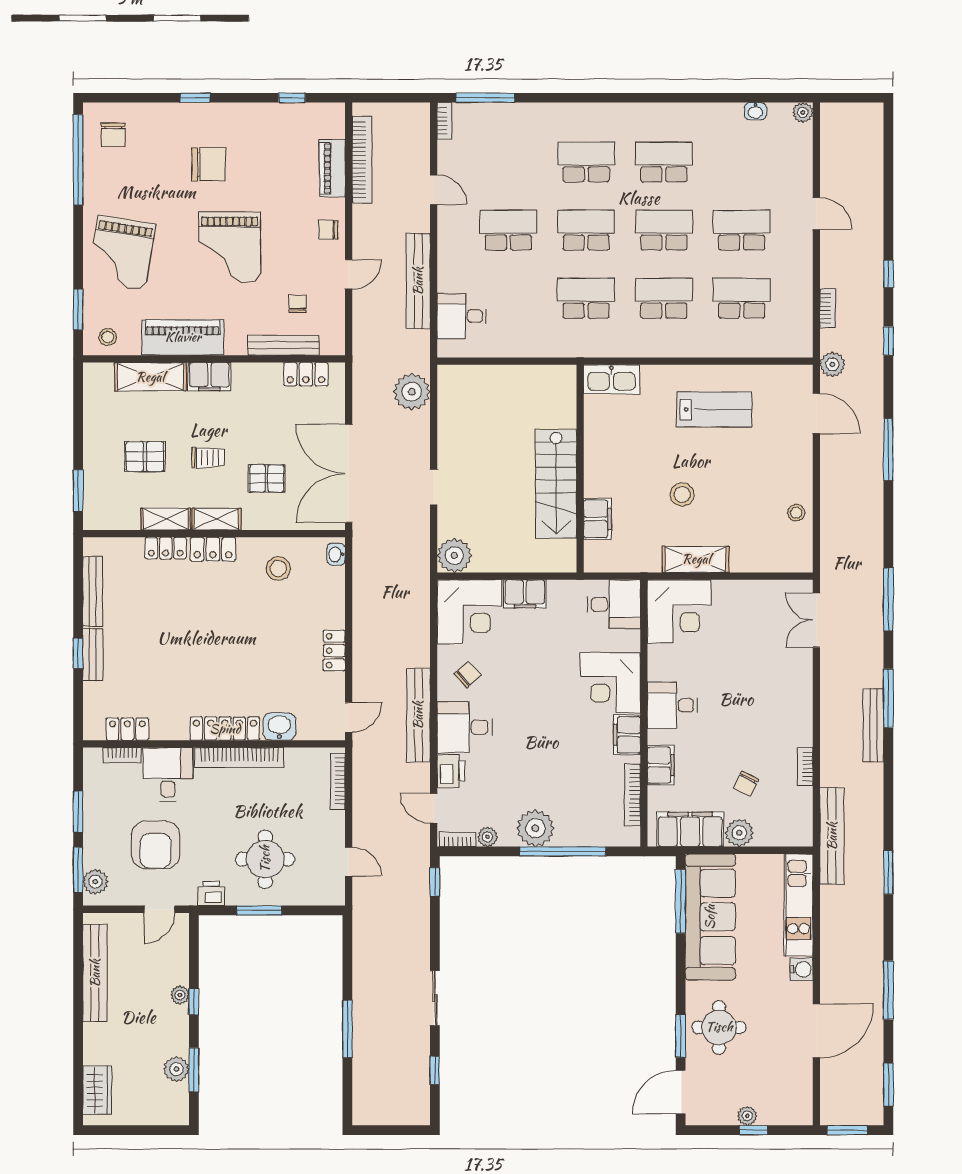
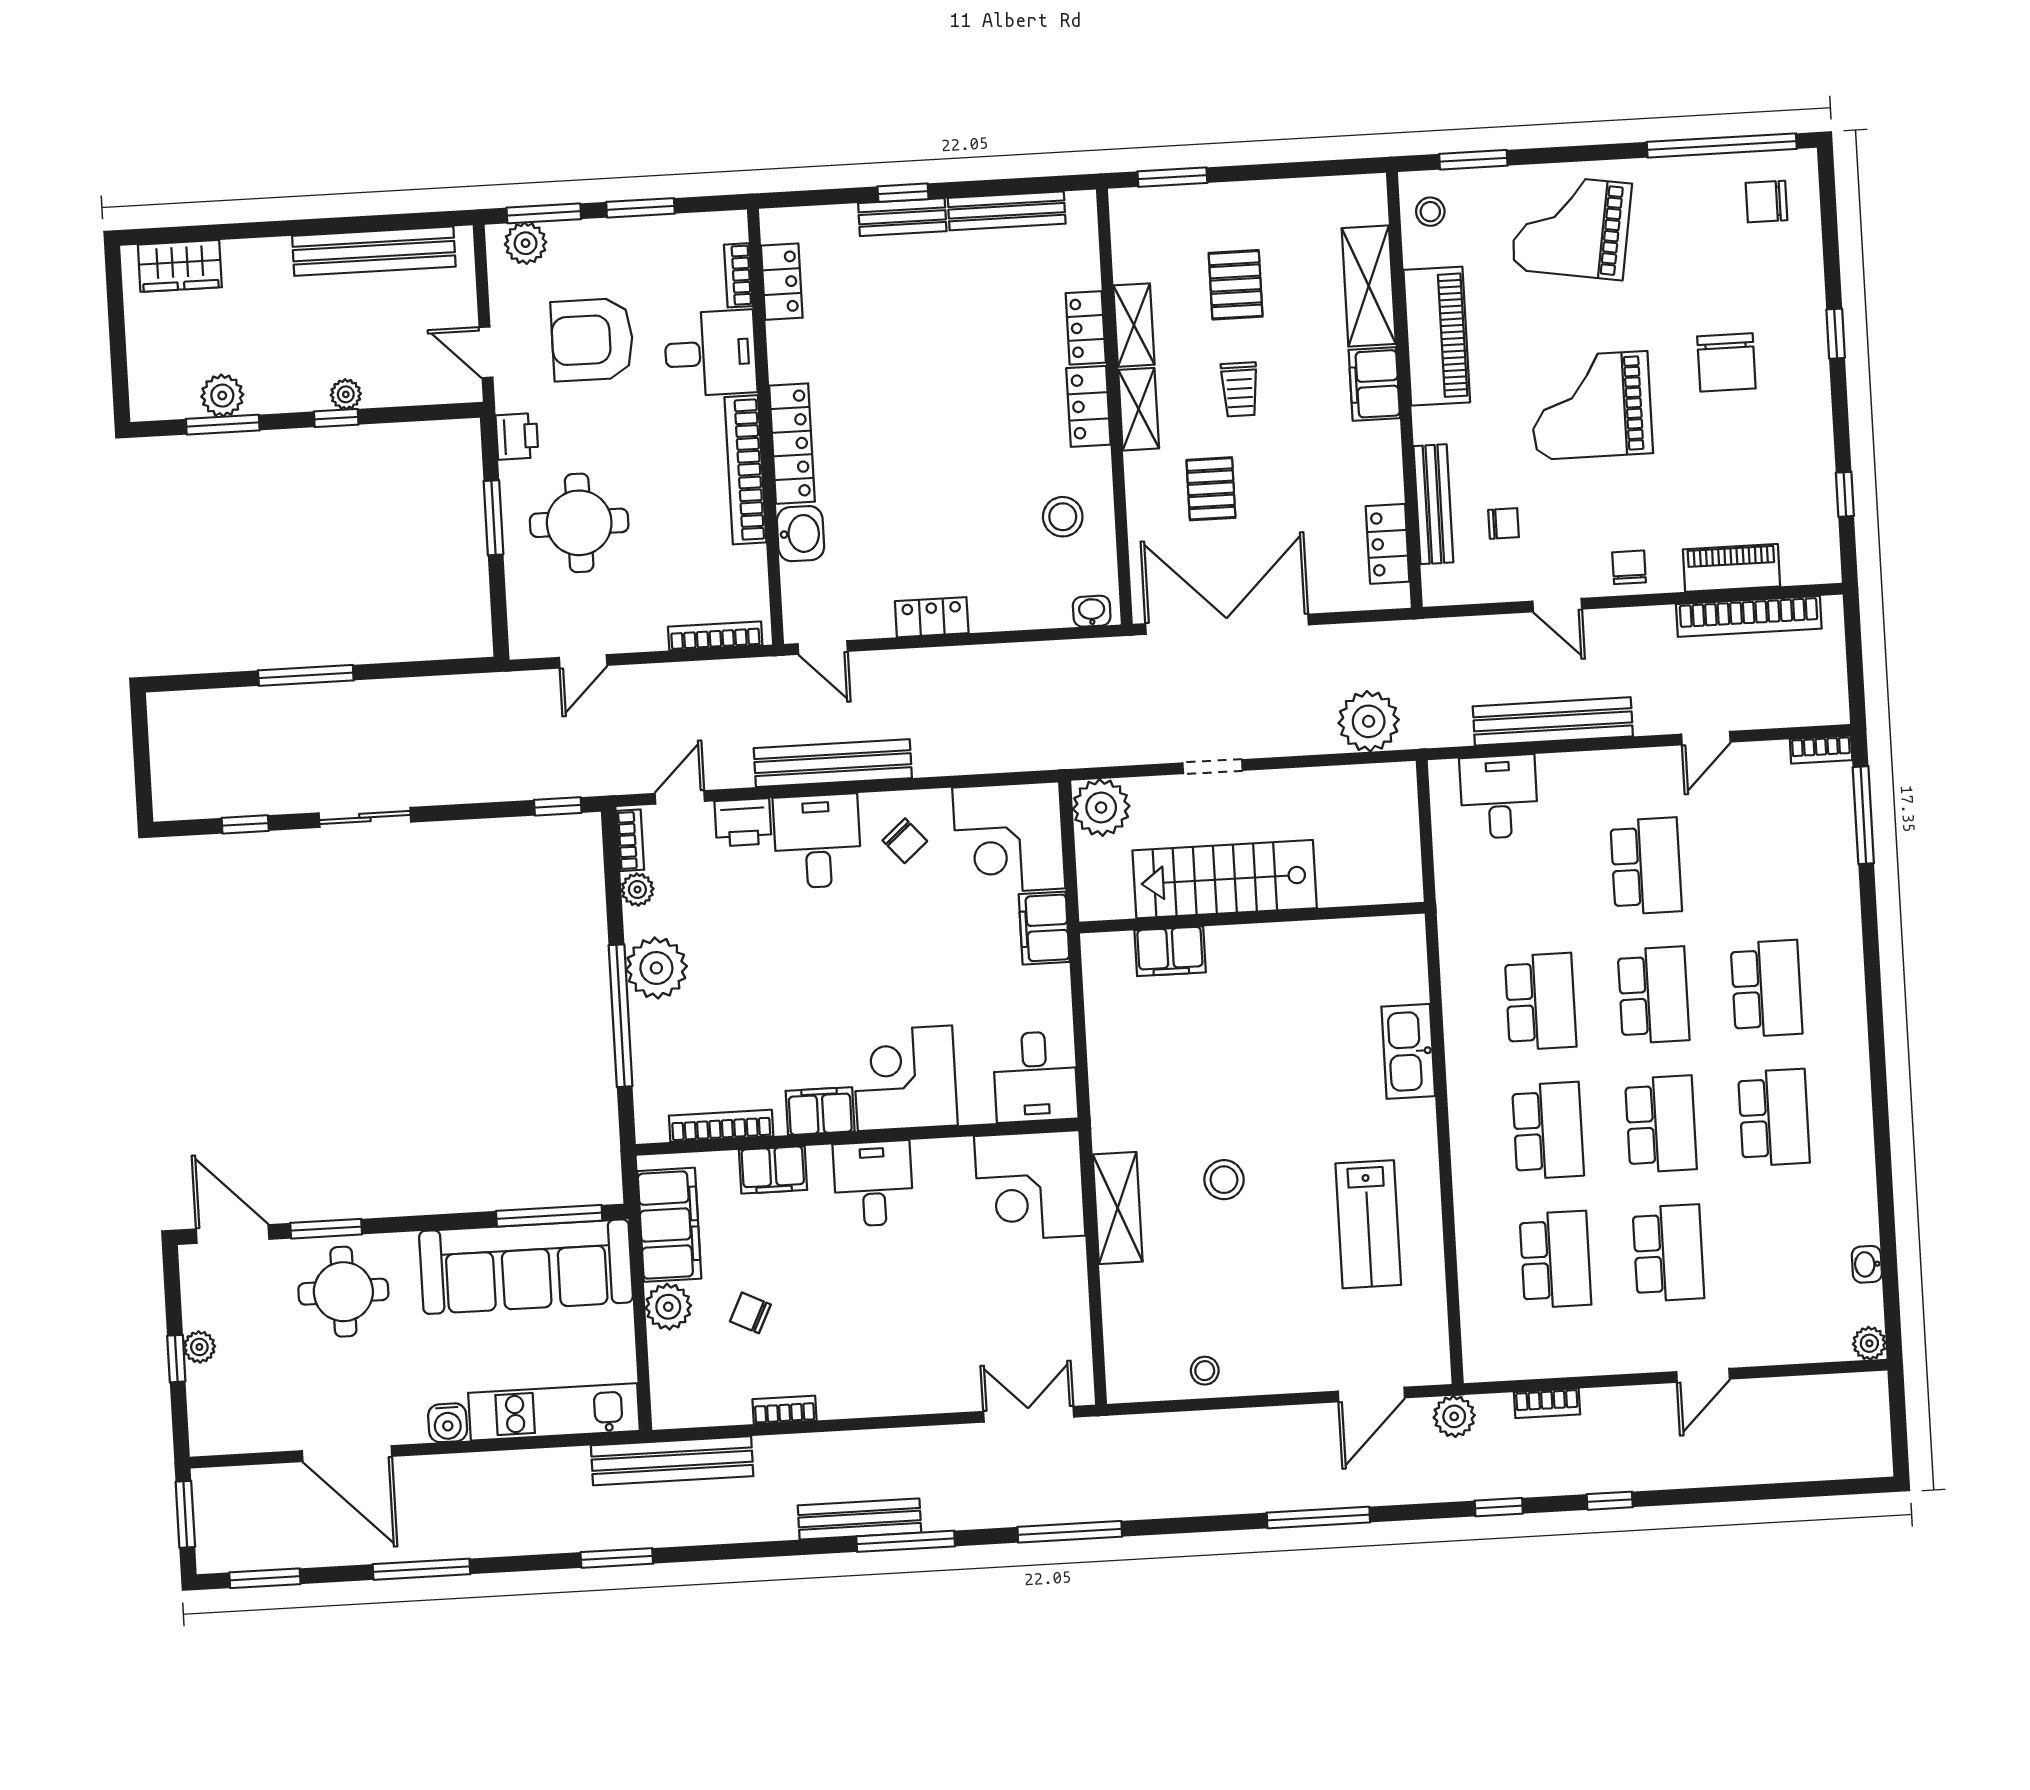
wall: (580, 469) -> (1252, 918), moved
stairs: (556, 484) -> (1225, 879), moved
filing cabinet: (597, 519) -> (1170, 951), moved

